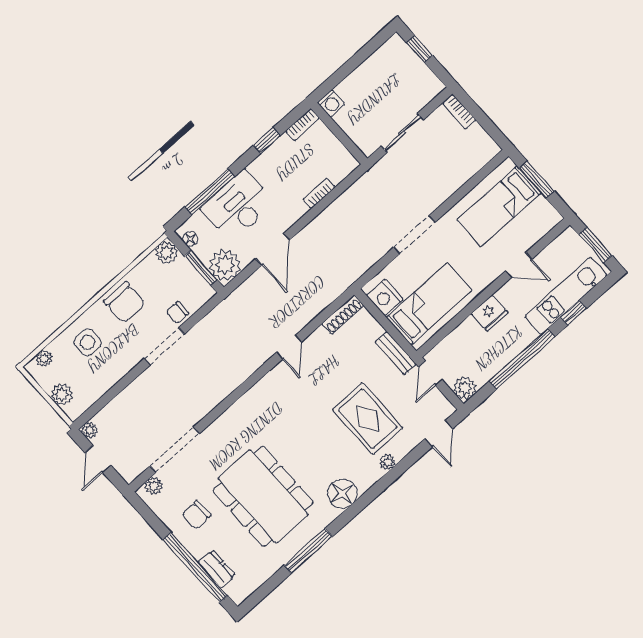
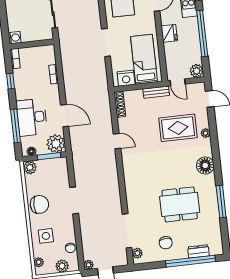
chair: (177, 313) -> (70, 248), moved
dining table: (263, 496) -> (180, 204), width x0.73, depth x0.80

